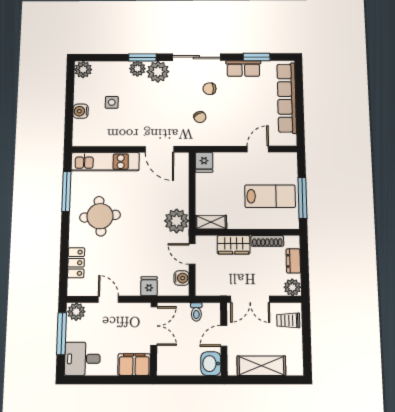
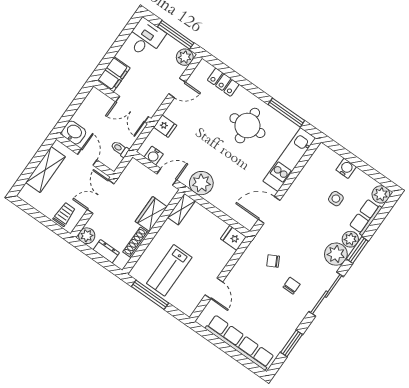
row of seats: (243, 69) -> (366, 217), moved

